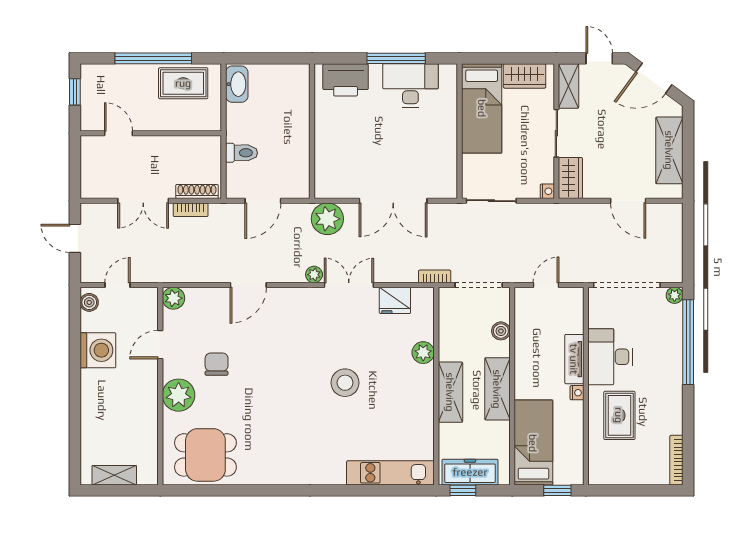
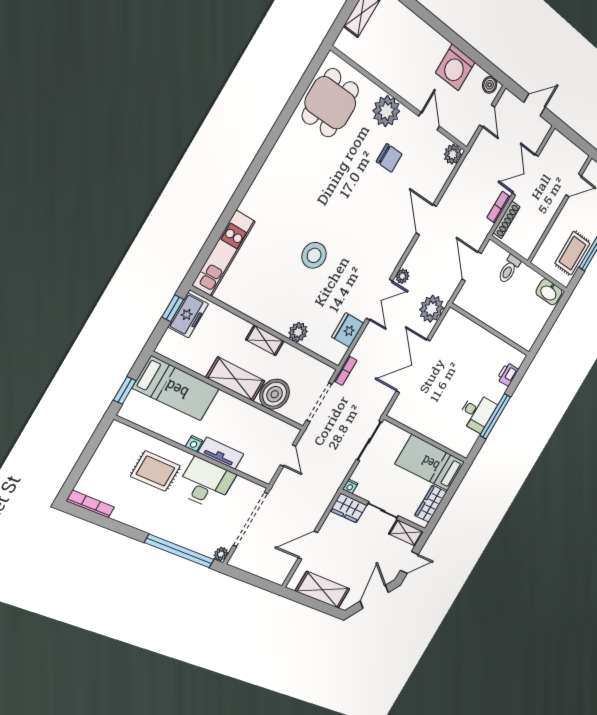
printer: (346, 80) -> (508, 374), width x0.53, depth x0.68
desk: (410, 85) -> (477, 413), width x0.73
boiler: (501, 331) -> (275, 394), width x1.86, depth x1.86
shelving: (450, 392) -> (265, 340), width x0.67, depth x0.75
freezer: (470, 472) -> (188, 315), width x0.71

